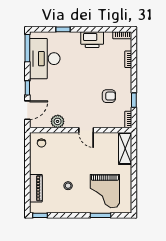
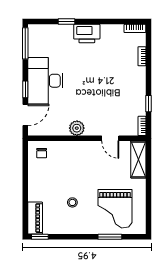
printer: (92, 40) -> (87, 34), moved
desk: (45, 59) -> (45, 81), moved
armchair: (109, 96) -> (120, 99), removed
plant: (58, 121) -> (77, 128), moved
door: (86, 130) -> (110, 138), moved
piano: (36, 188) -> (35, 218), moved

